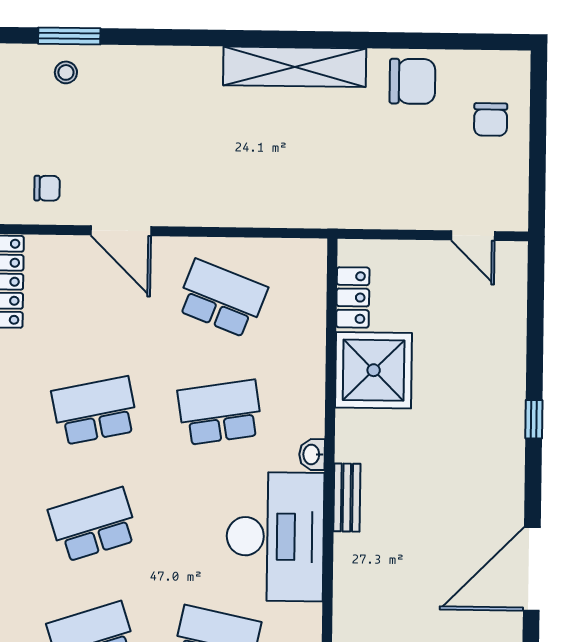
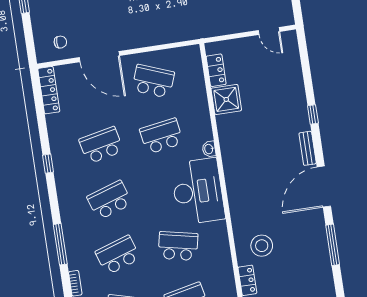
door: (121, 231) -> (99, 57), width x1.36
shower: (374, 370) -> (226, 99), width x0.73, depth x0.73
bench: (347, 498) -> (308, 148), moved

